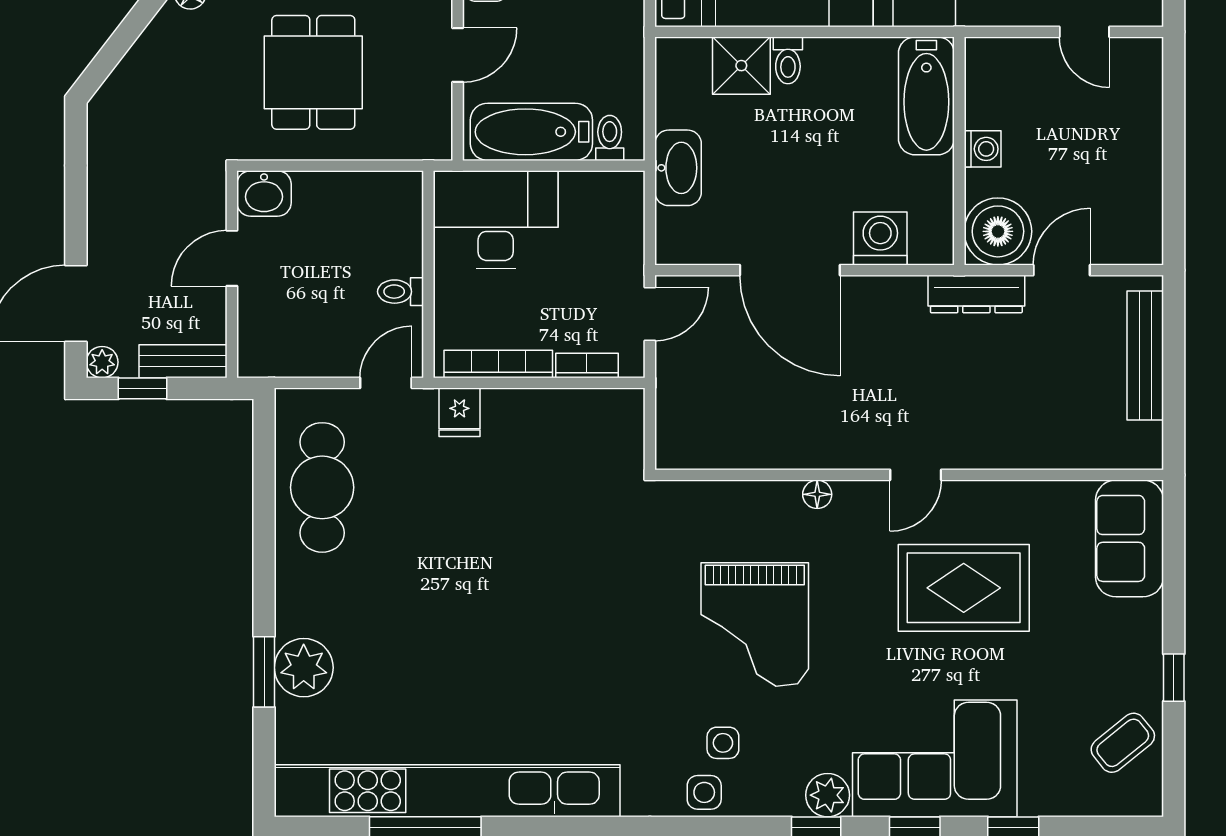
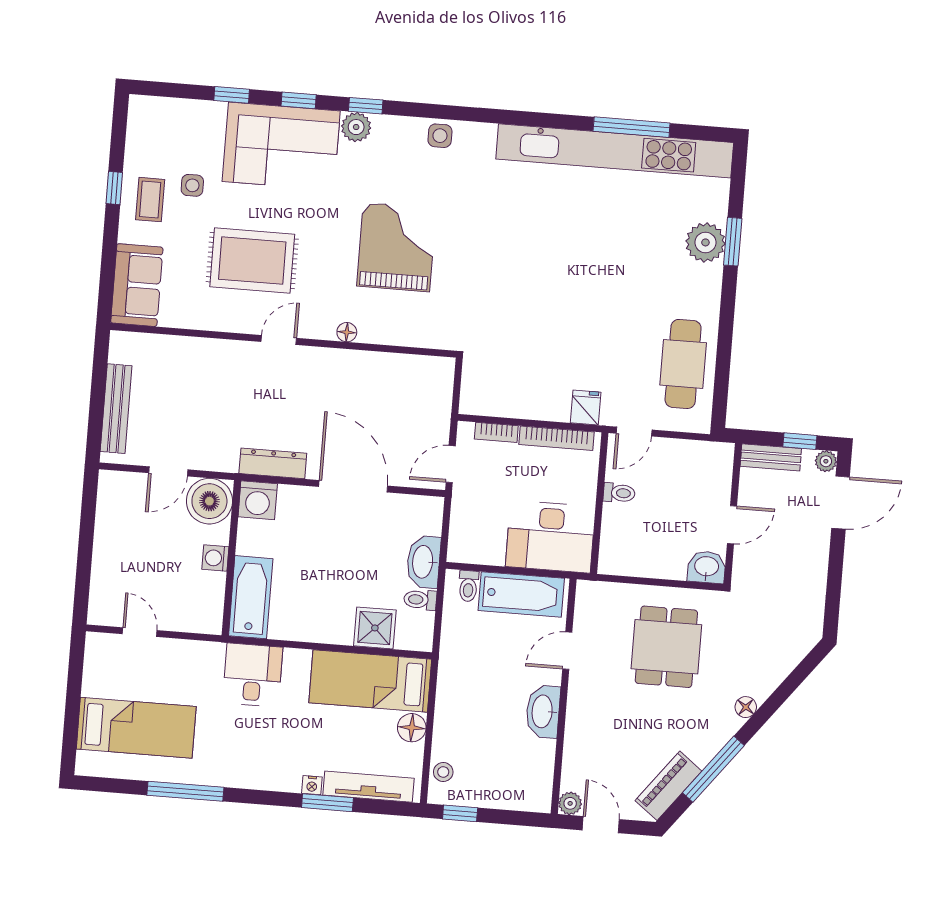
toilet: (788, 60) -> (420, 600), moved, turned -90
washing machine: (880, 238) -> (258, 500), moved
dresser: (976, 294) -> (273, 463), moved
side table: (723, 743) -> (192, 185), moved
coffee table: (1123, 743) -> (150, 200), moved, turned -51

